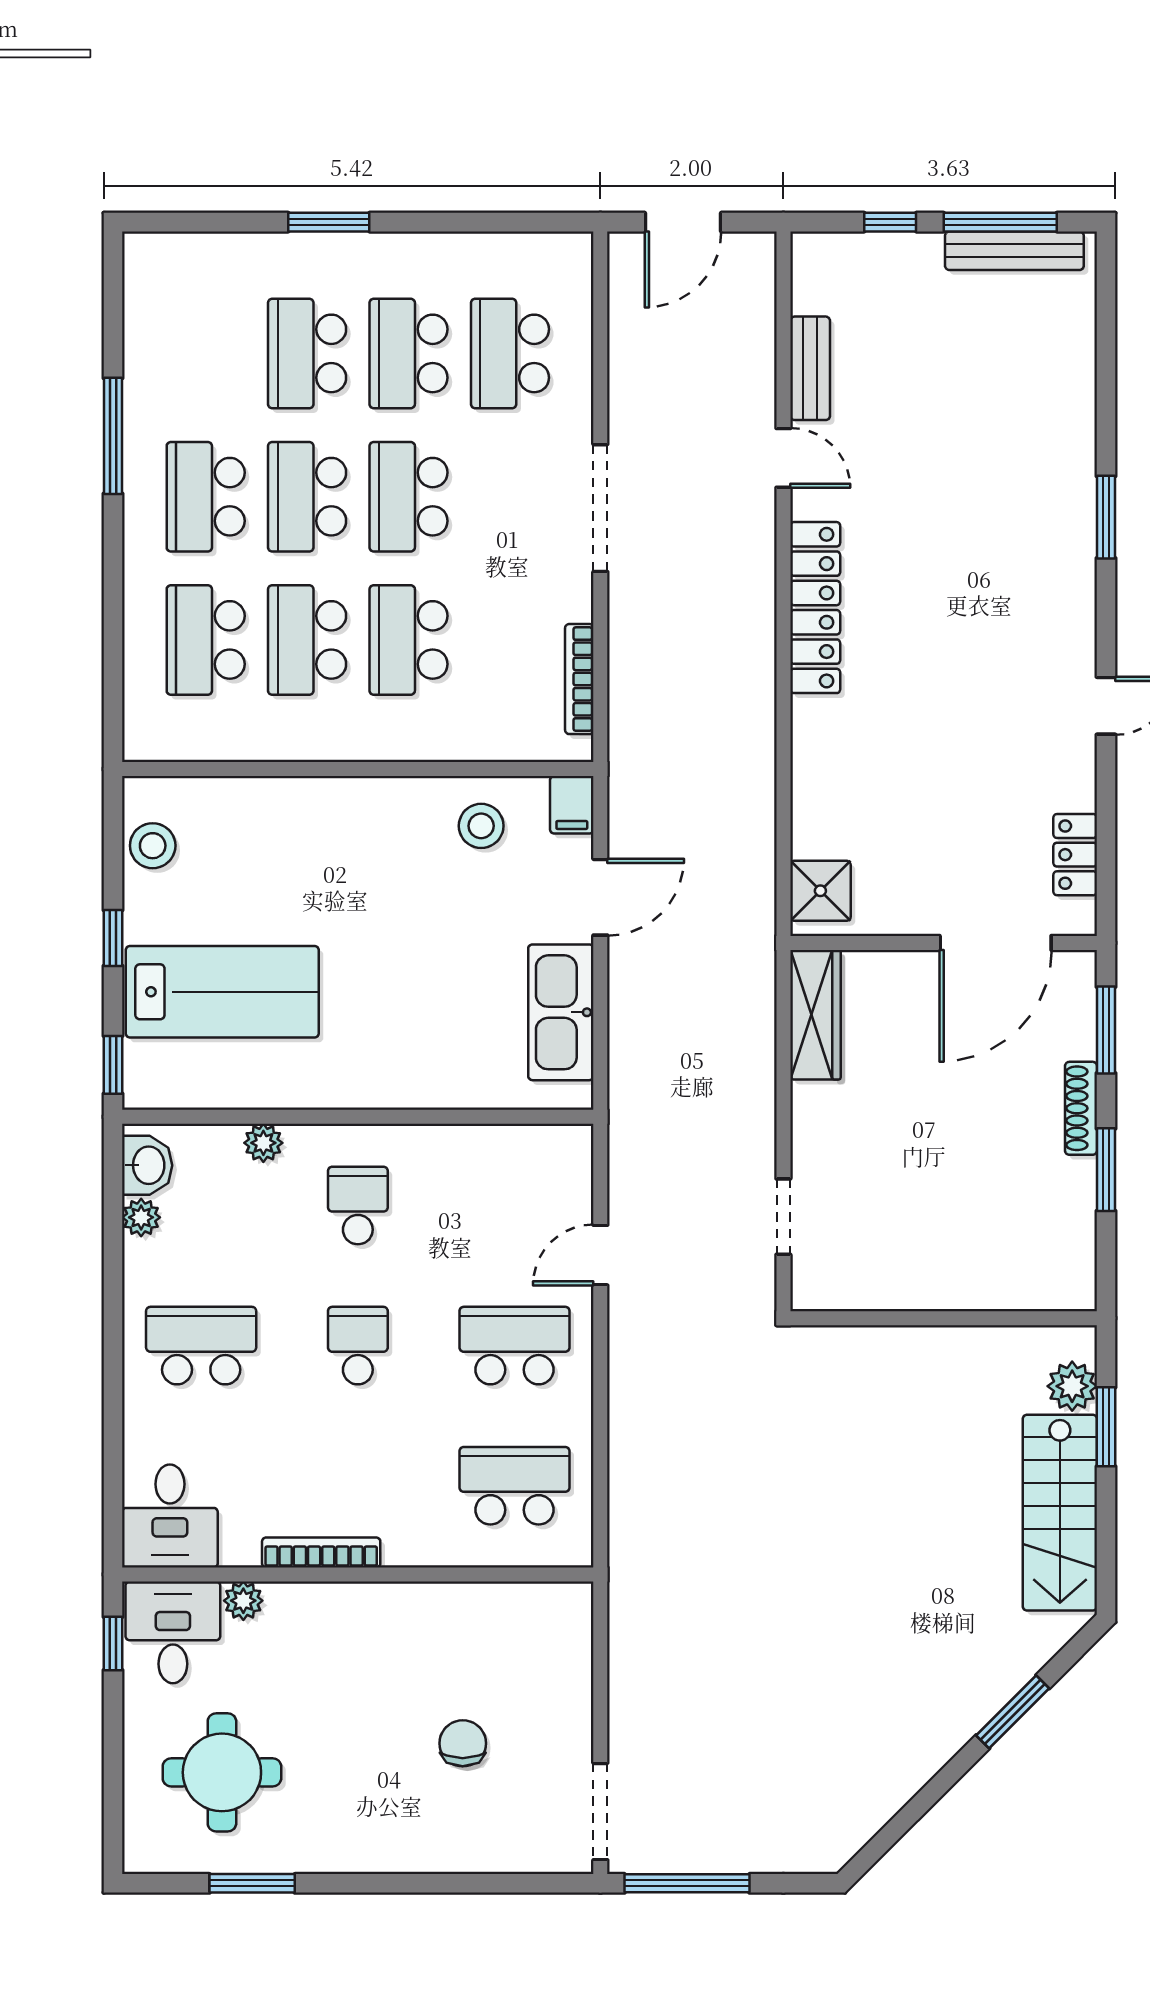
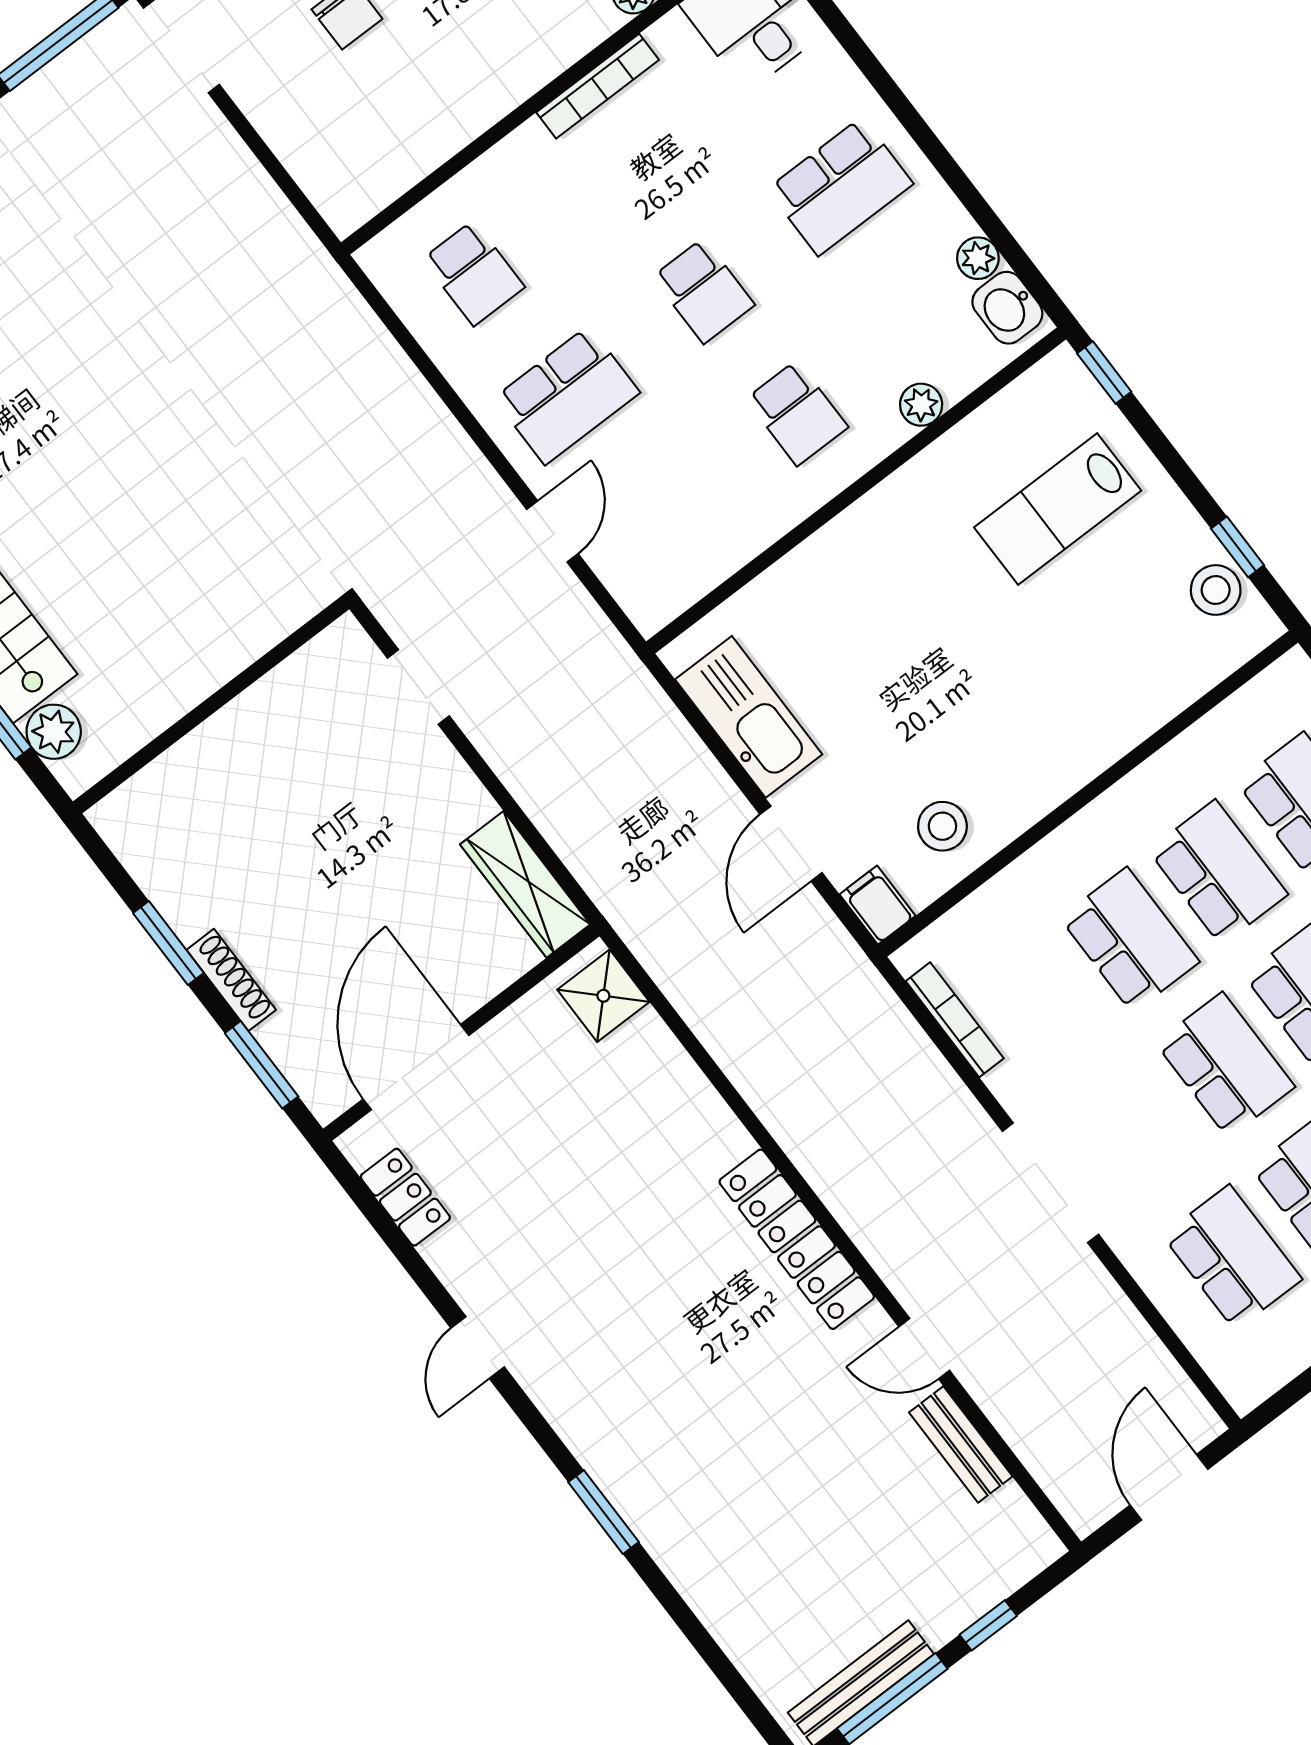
window: (113, 938) -> (1237, 547), moved
lab bench: (222, 992) -> (1058, 509), width x0.73, depth x0.72
school desk: (514, 1486) -> (474, 273), width x0.54

